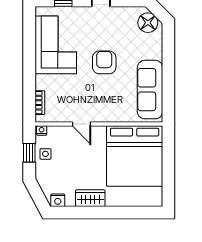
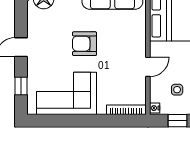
bookcase: (40, 103) -> (126, 110), width x1.56
side table: (45, 154) -> (177, 90), moved

